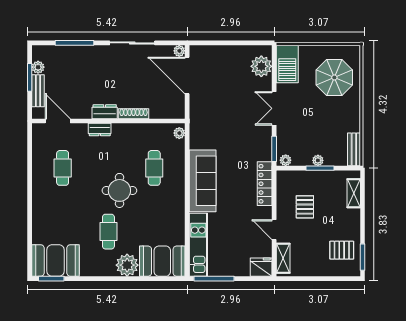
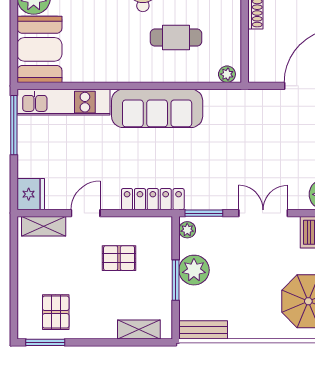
plant: (318, 160) -> (194, 270), width x1.88, depth x1.88

